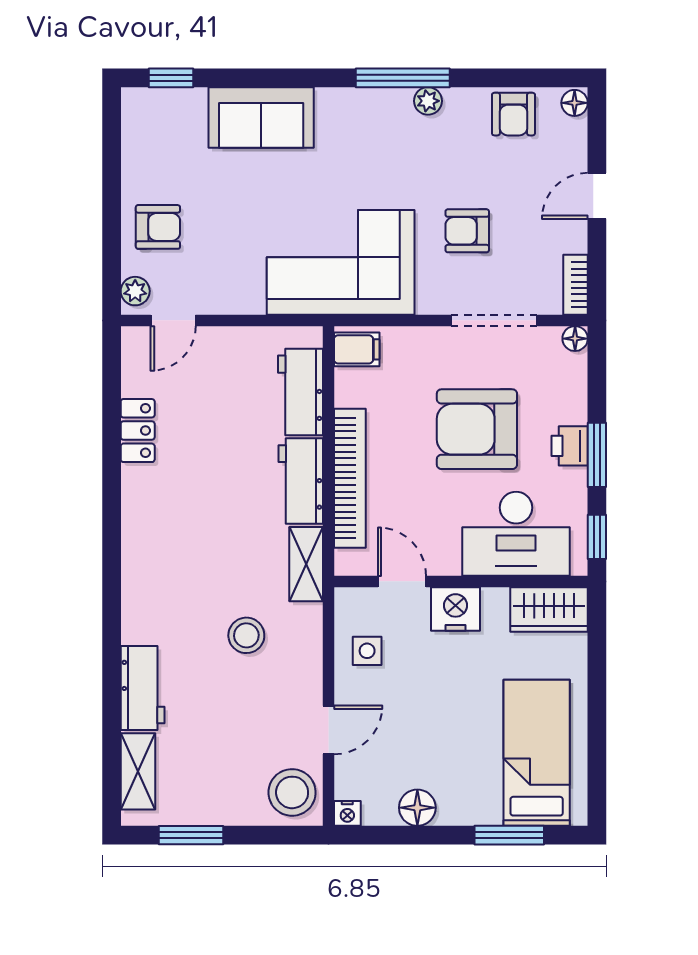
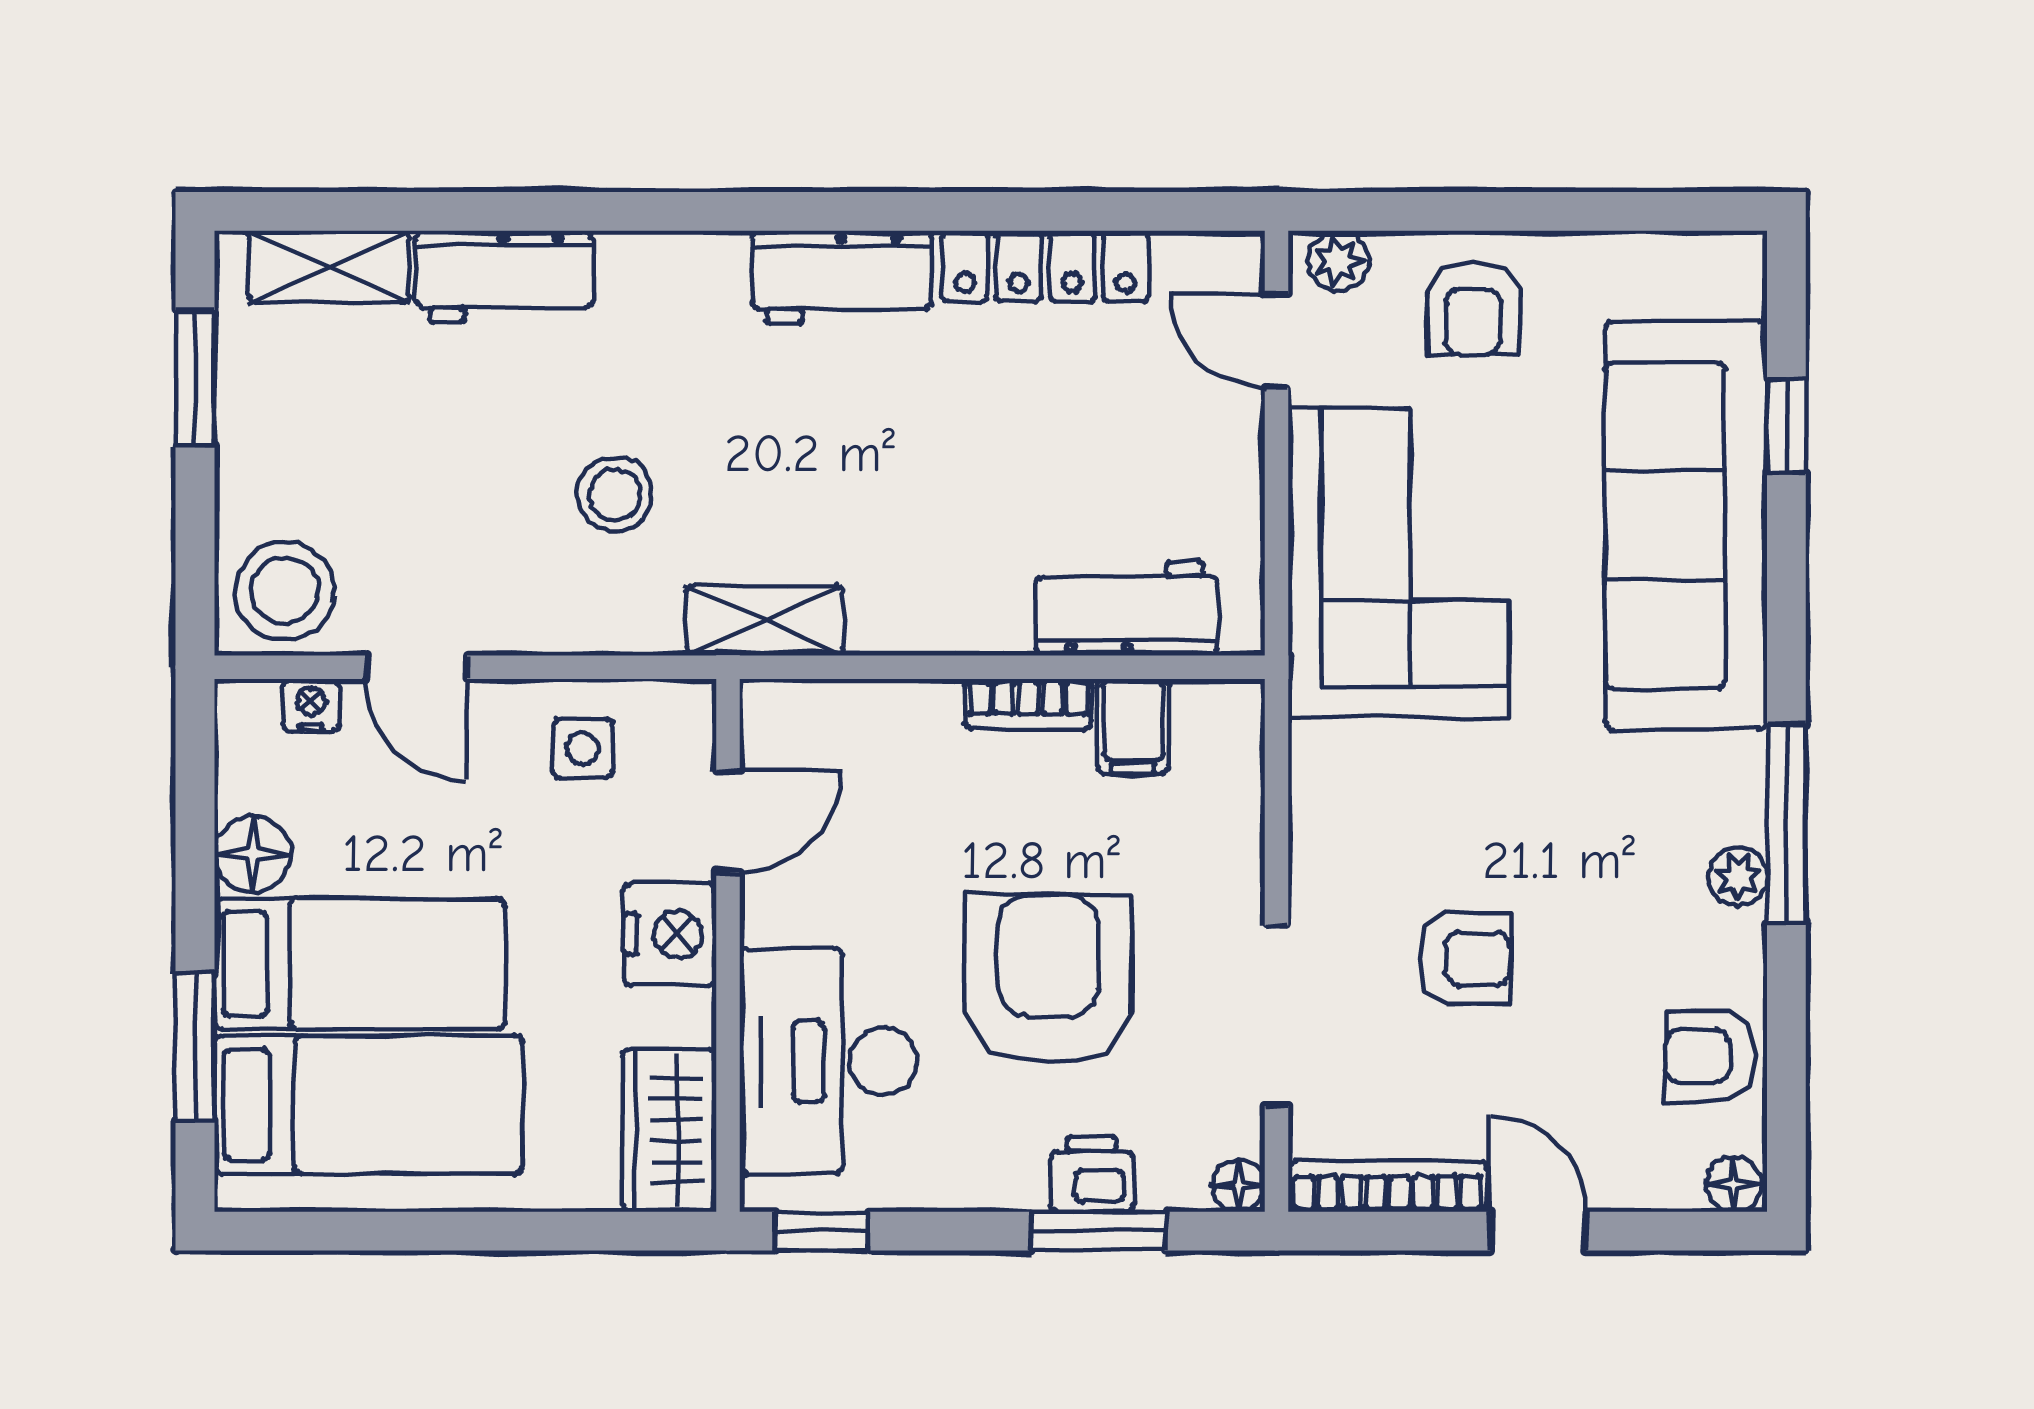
window: (171, 78) -> (1786, 426), moved
sofa: (261, 117) -> (1686, 525), width x1.85, depth x1.27
armchair: (467, 231) -> (1465, 959), turned 90
corner sofa: (341, 262) -> (1399, 563), moved
bookcase: (576, 285) -> (1387, 1186), width x1.56
filing cabinet: (357, 349) -> (1133, 726), moved
locker: (138, 431) -> (1045, 266), width x1.53
printer: (570, 446) -> (1092, 1174), moved
window: (597, 455) -> (1098, 1231), moved
bookcase: (350, 478) -> (1028, 704), width x0.43, depth x0.76
workbench: (301, 481) -> (842, 277), moved, turned 180
bed: (470, 757) -> (360, 964), added
nightstand: (347, 813) -> (311, 705), moved, turned 90

